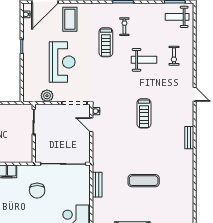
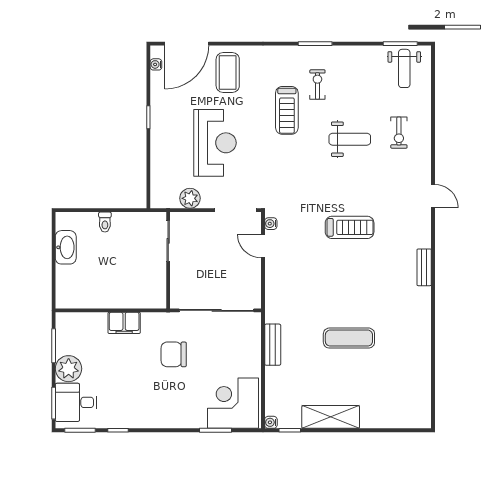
weight bench: (177, 17) -> (404, 68), turned -90
treadmill: (144, 113) -> (350, 227), turned -90
chair: (37, 191) -> (174, 354), turned 90

